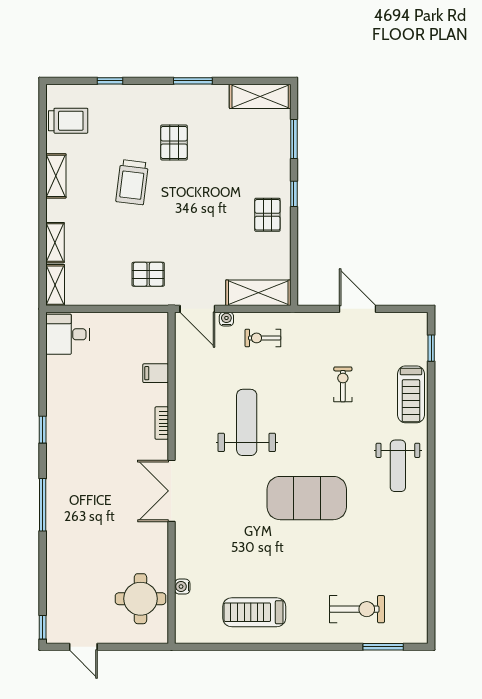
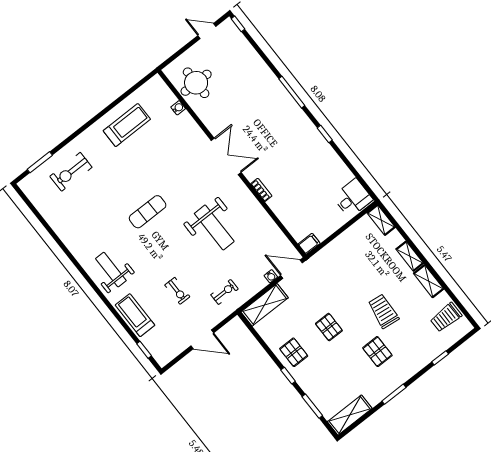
shelving: (55, 243) -> (410, 256), moved
pallet: (148, 274) -> (329, 327), moved, turned 90
exercise bike: (263, 338) -> (225, 292), moved
filing cabinet: (156, 373) -> (309, 244), moved
exercise mat: (307, 498) -> (148, 212), width x0.50, depth x0.69

